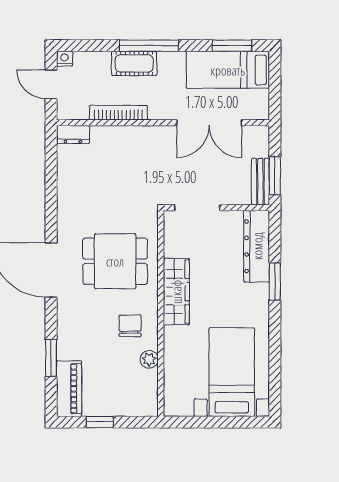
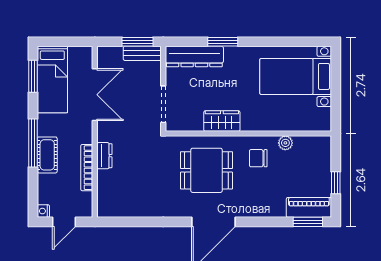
dresser: (73, 134) -> (104, 156), moved
dining table: (115, 261) -> (206, 170), turned 90
wardrobe: (176, 292) -> (222, 121), width x0.67
window: (51, 358) -> (308, 222), moved

